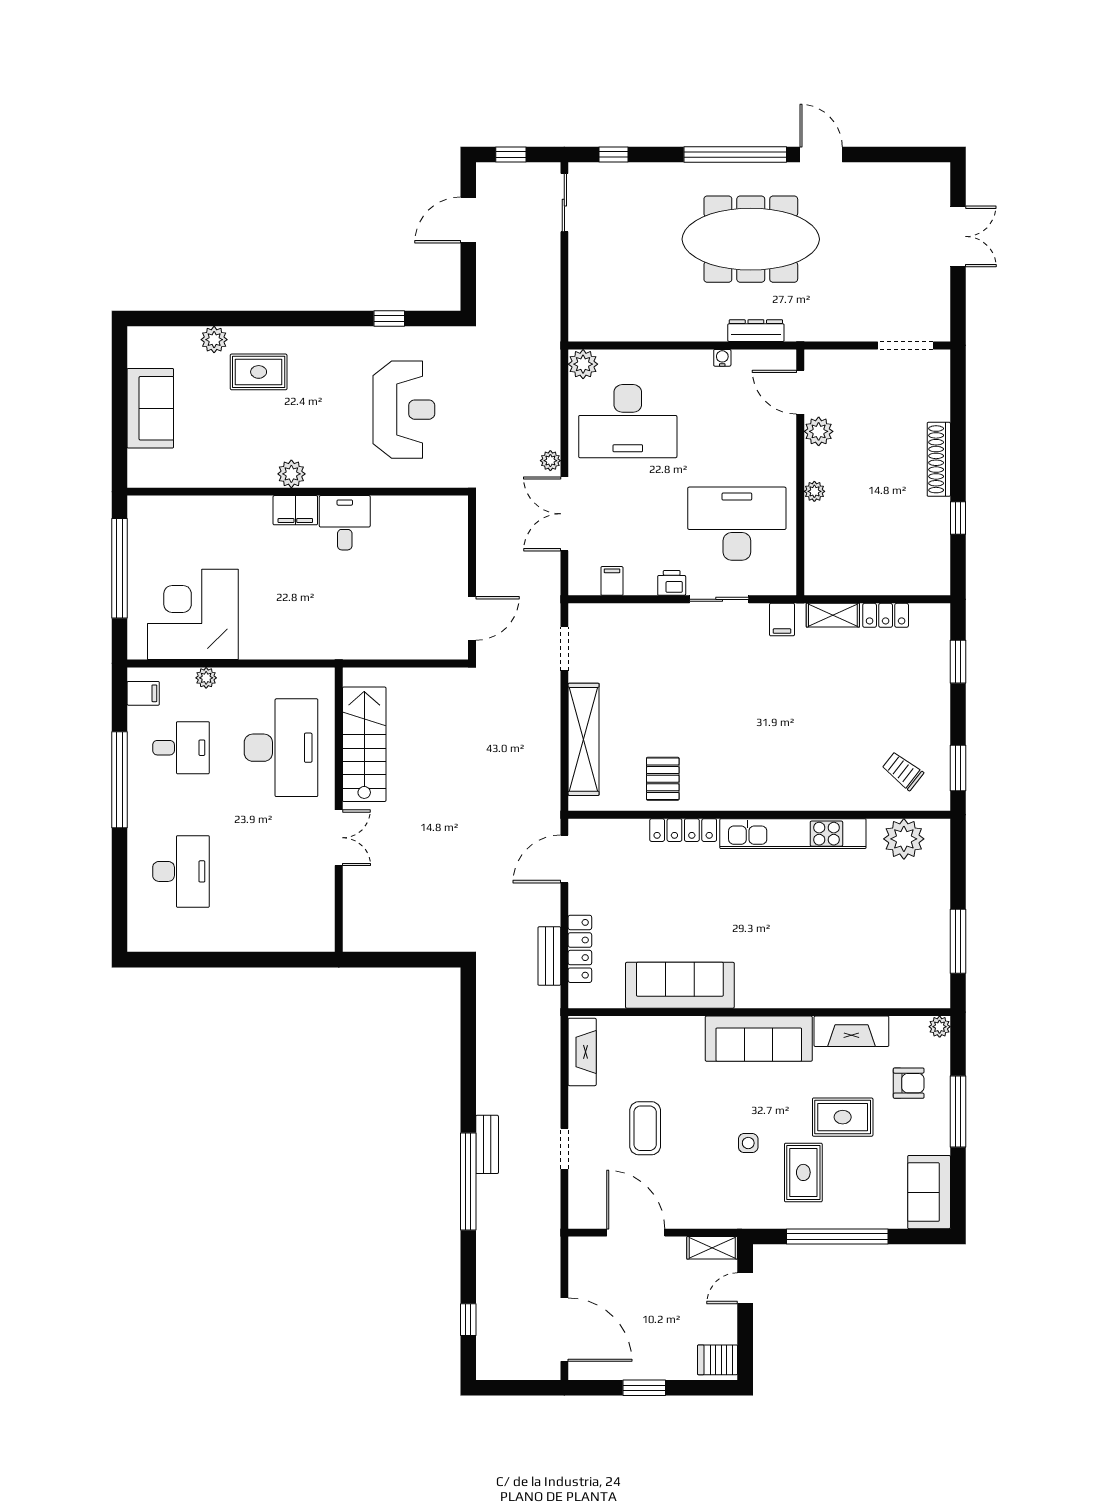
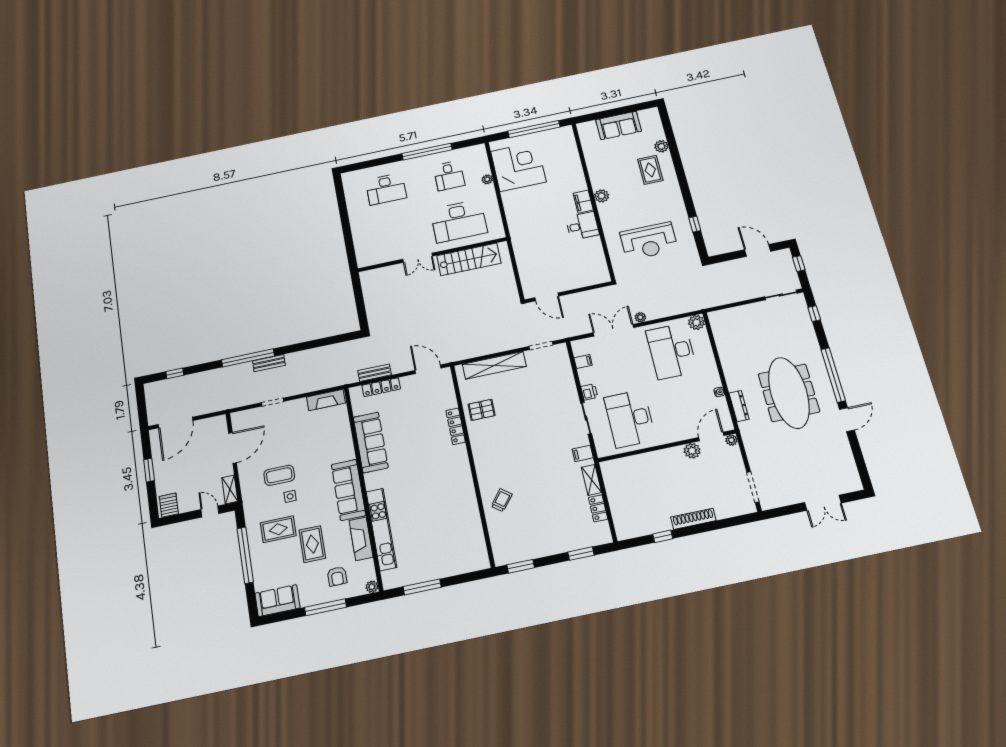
plant: (814, 491) -> (731, 440), moved
desk: (737, 524) -> (630, 419), turned 180
filing cabinet: (143, 693) -> (473, 153), removed
trolley: (903, 771) -> (502, 500), moved
kitchen unit: (793, 834) -> (381, 529), moved, turned 180
plant: (904, 839) -> (474, 545), removed
coffee table: (645, 1128) -> (279, 475), moved

